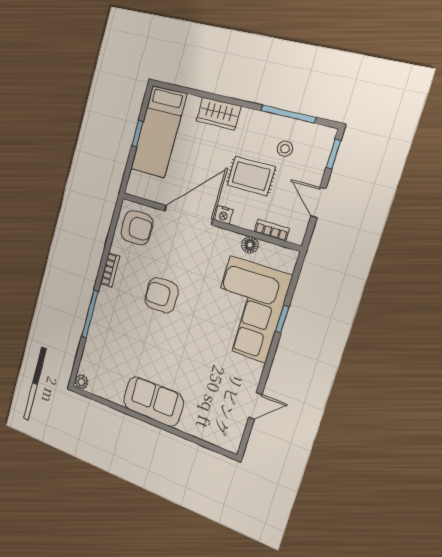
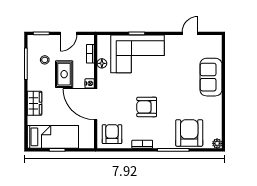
armchair: (161, 295) -> (147, 107), turned 90
armchair: (107, 347) -> (189, 133), added
sofa: (153, 401) -> (211, 77), moved
door: (255, 406) -> (190, 33), hinge flipped

